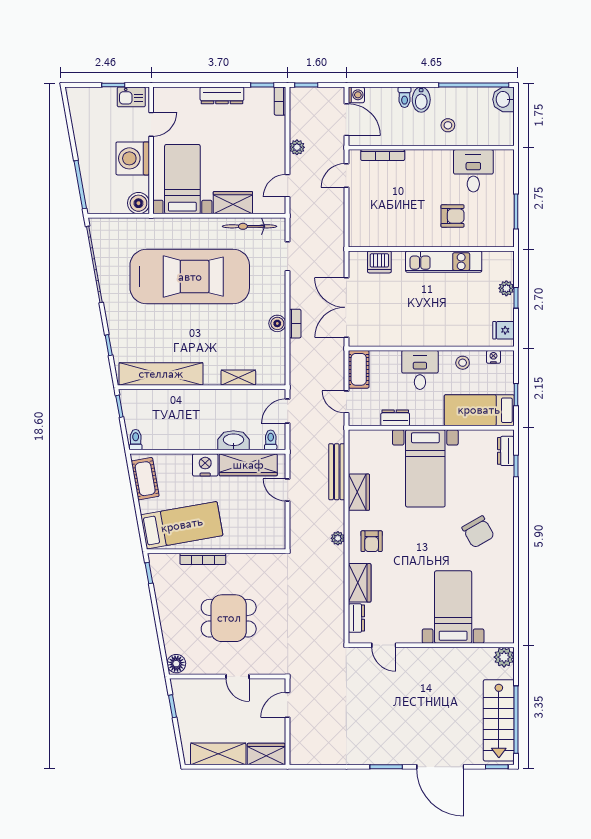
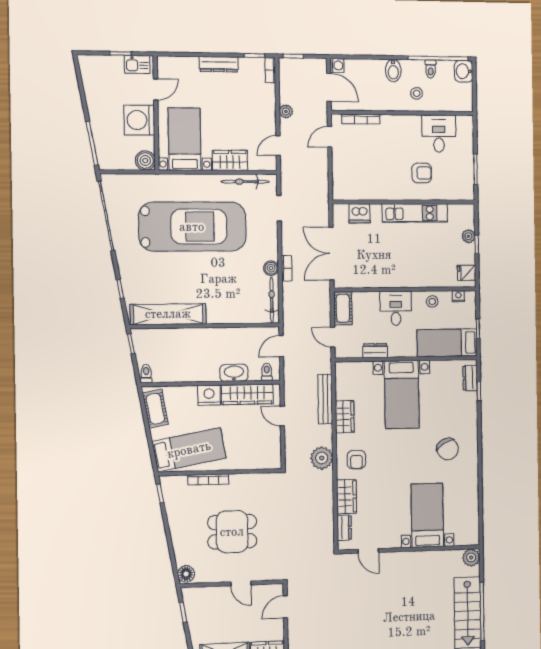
toilet: (405, 97) -> (431, 69), moved
bicycle: (278, 359) -> (272, 300), added
shelving: (238, 378) -> (237, 317), removed
plant: (338, 538) -> (322, 458), width x1.87, depth x1.87

